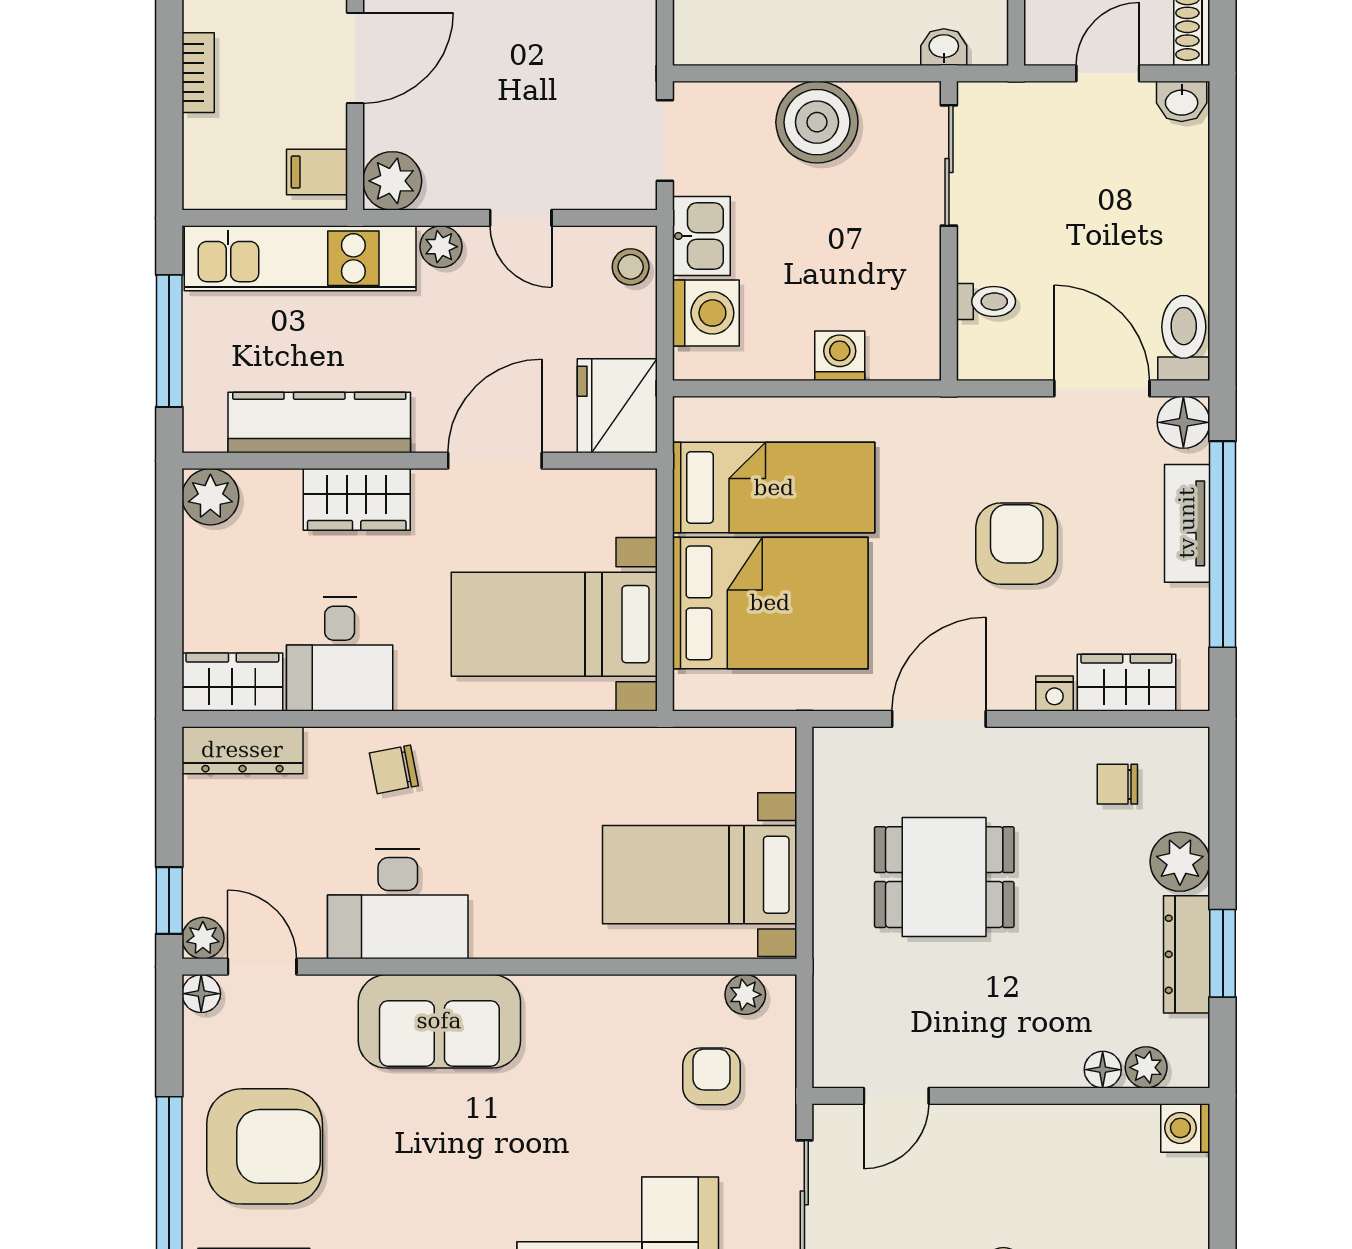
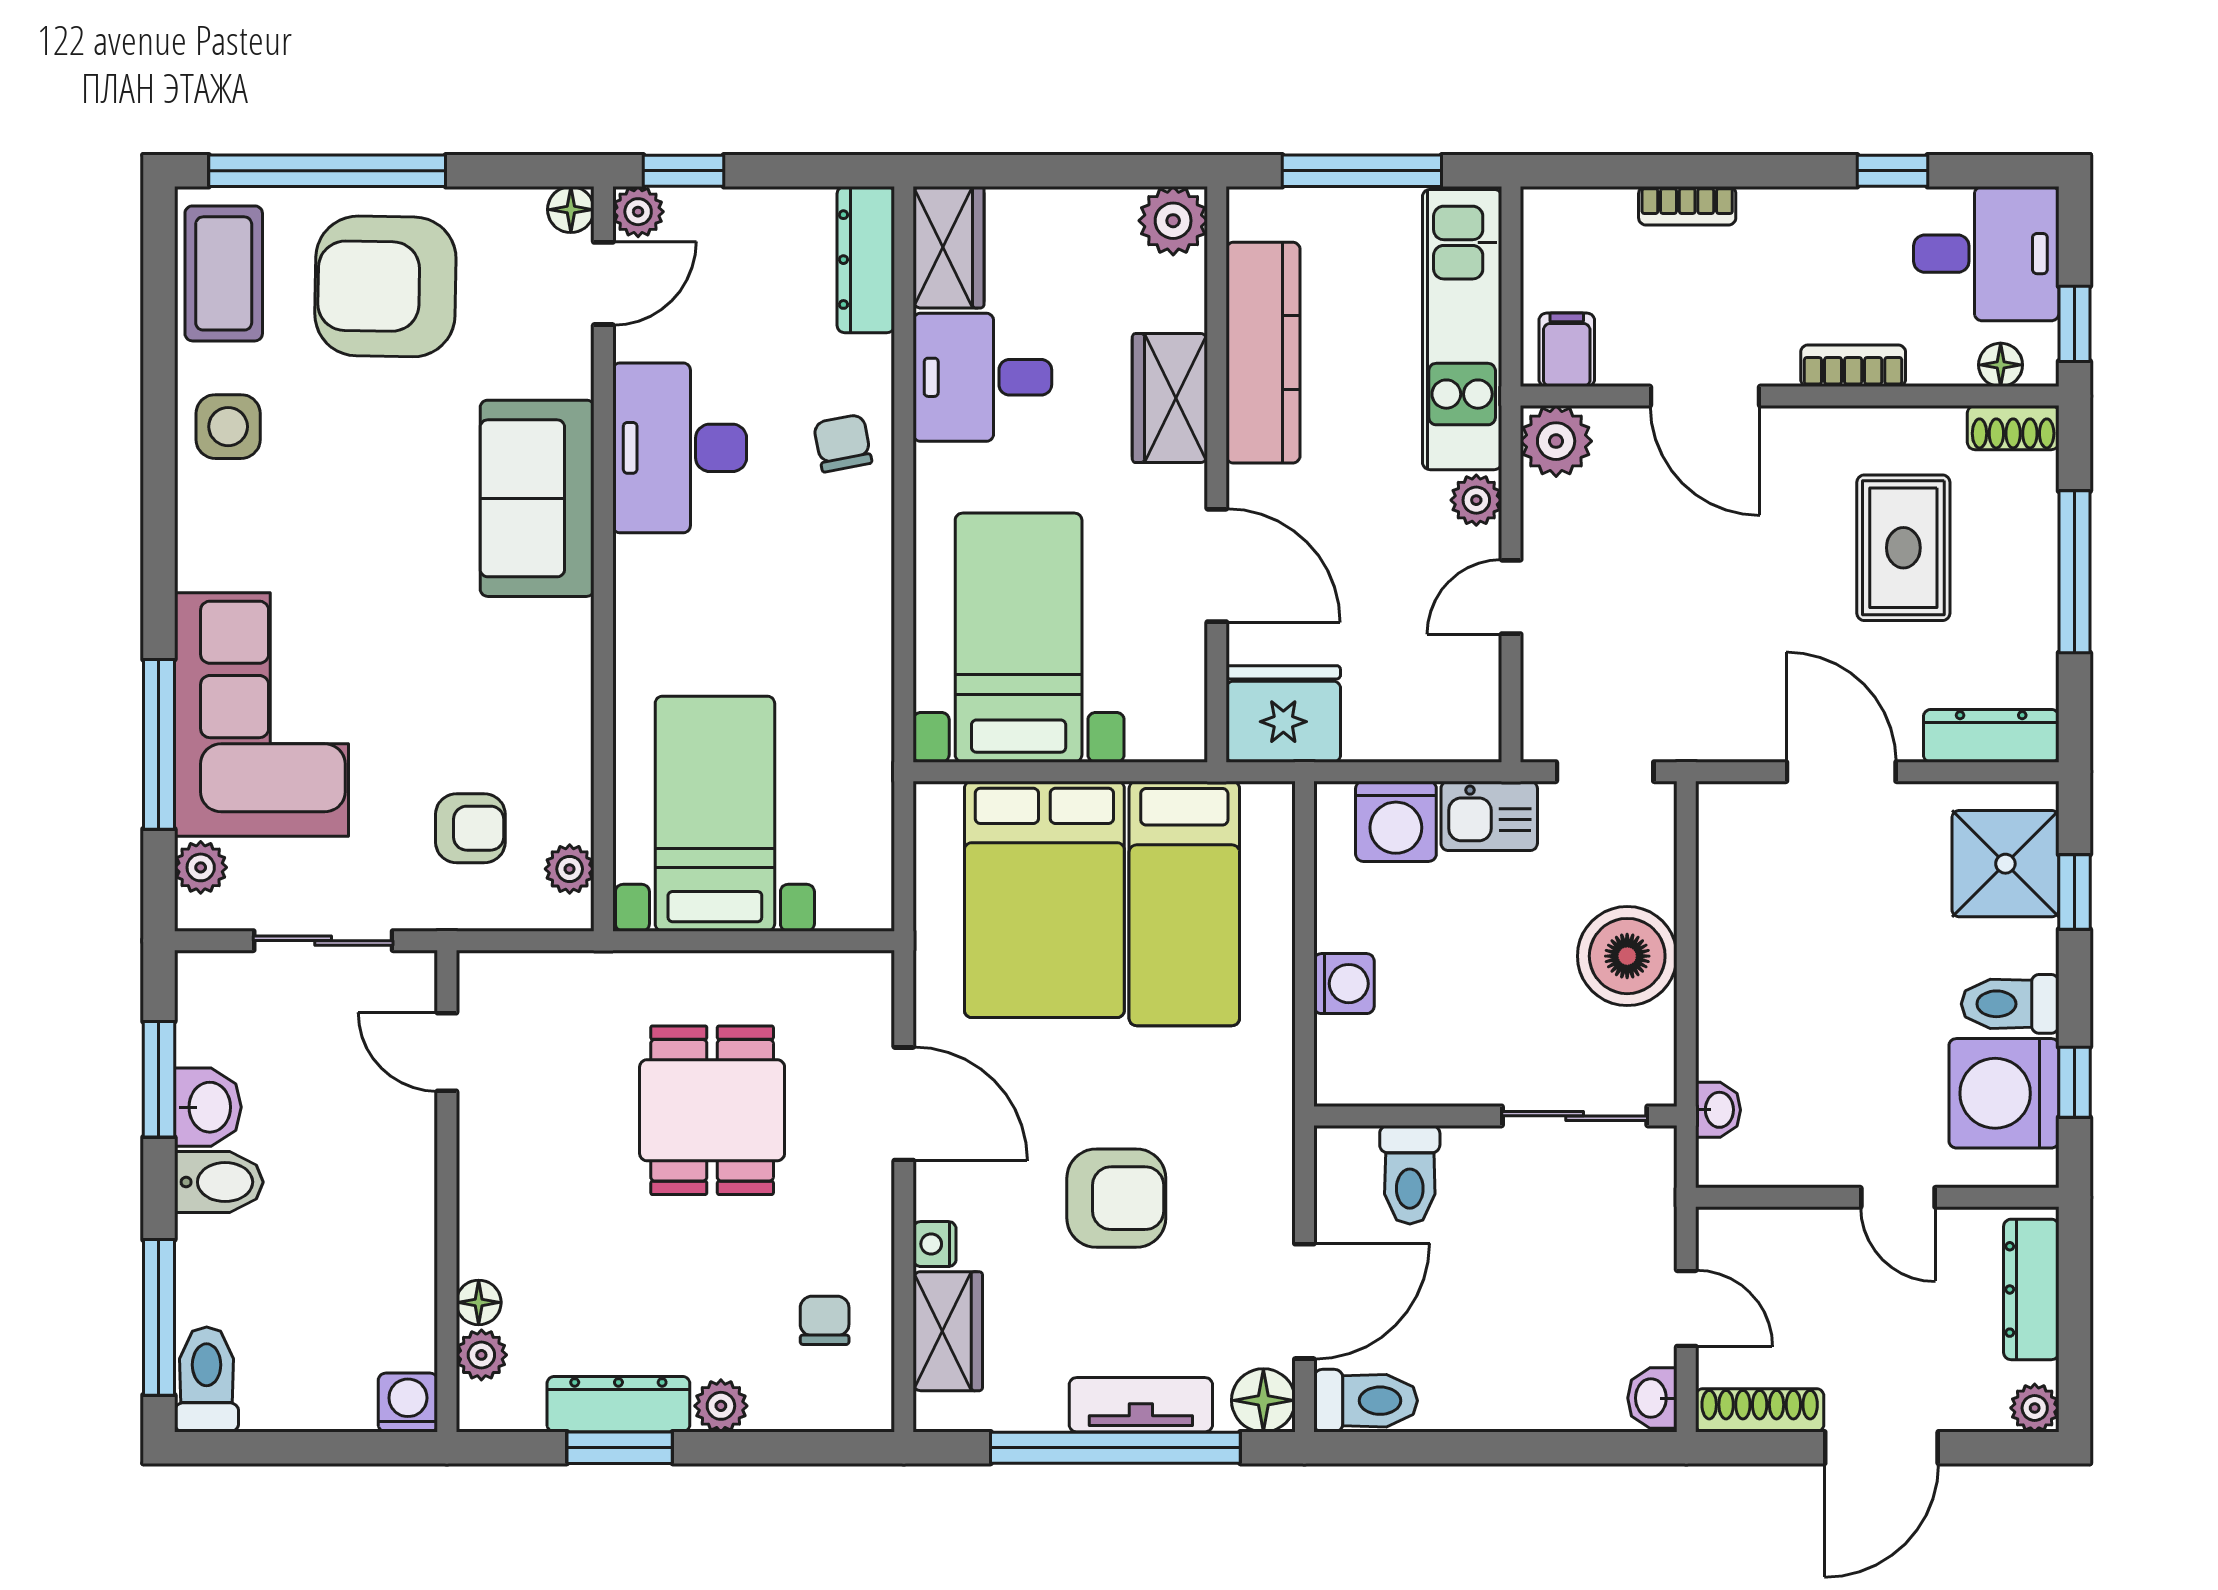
stool: (631, 267) -> (1452, 730), removed
toilet: (986, 301) -> (1410, 1175), width x1.37, depth x1.39
plant: (1180, 862) -> (721, 1406), width x0.73, depth x0.73
armchair: (265, 1146) -> (385, 286), turned 91

